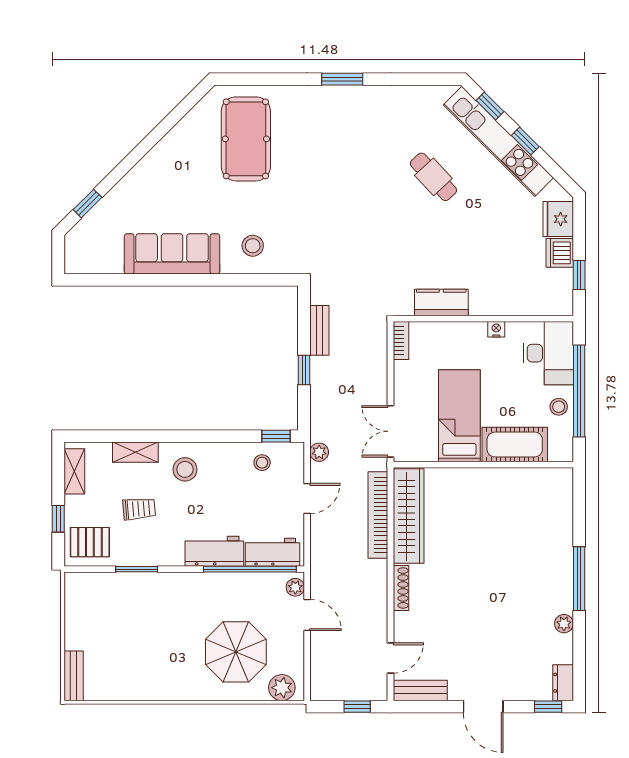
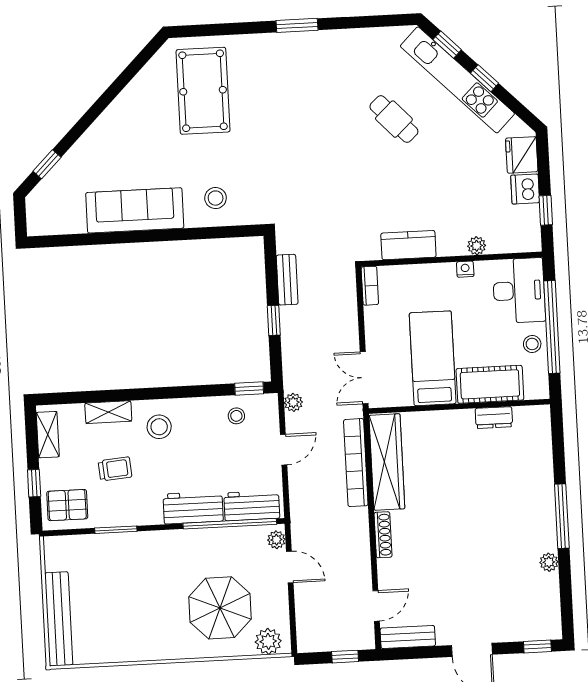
plant: (509, 307) -> (477, 246), added
bench: (74, 676) -> (59, 619), width x1.86, depth x1.21
dresser: (563, 683) -> (494, 418), moved, turned -90

